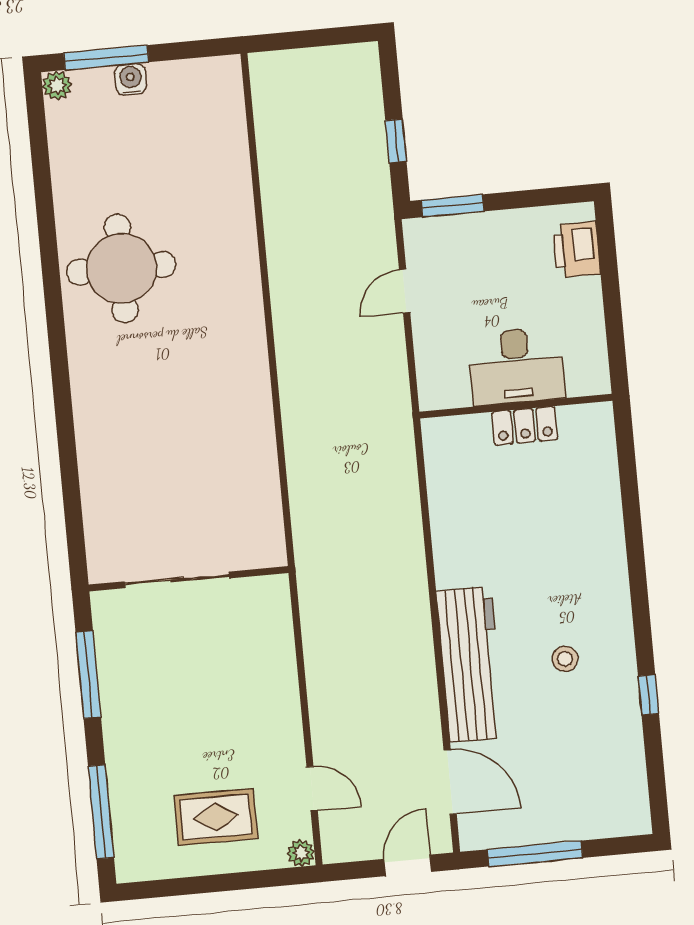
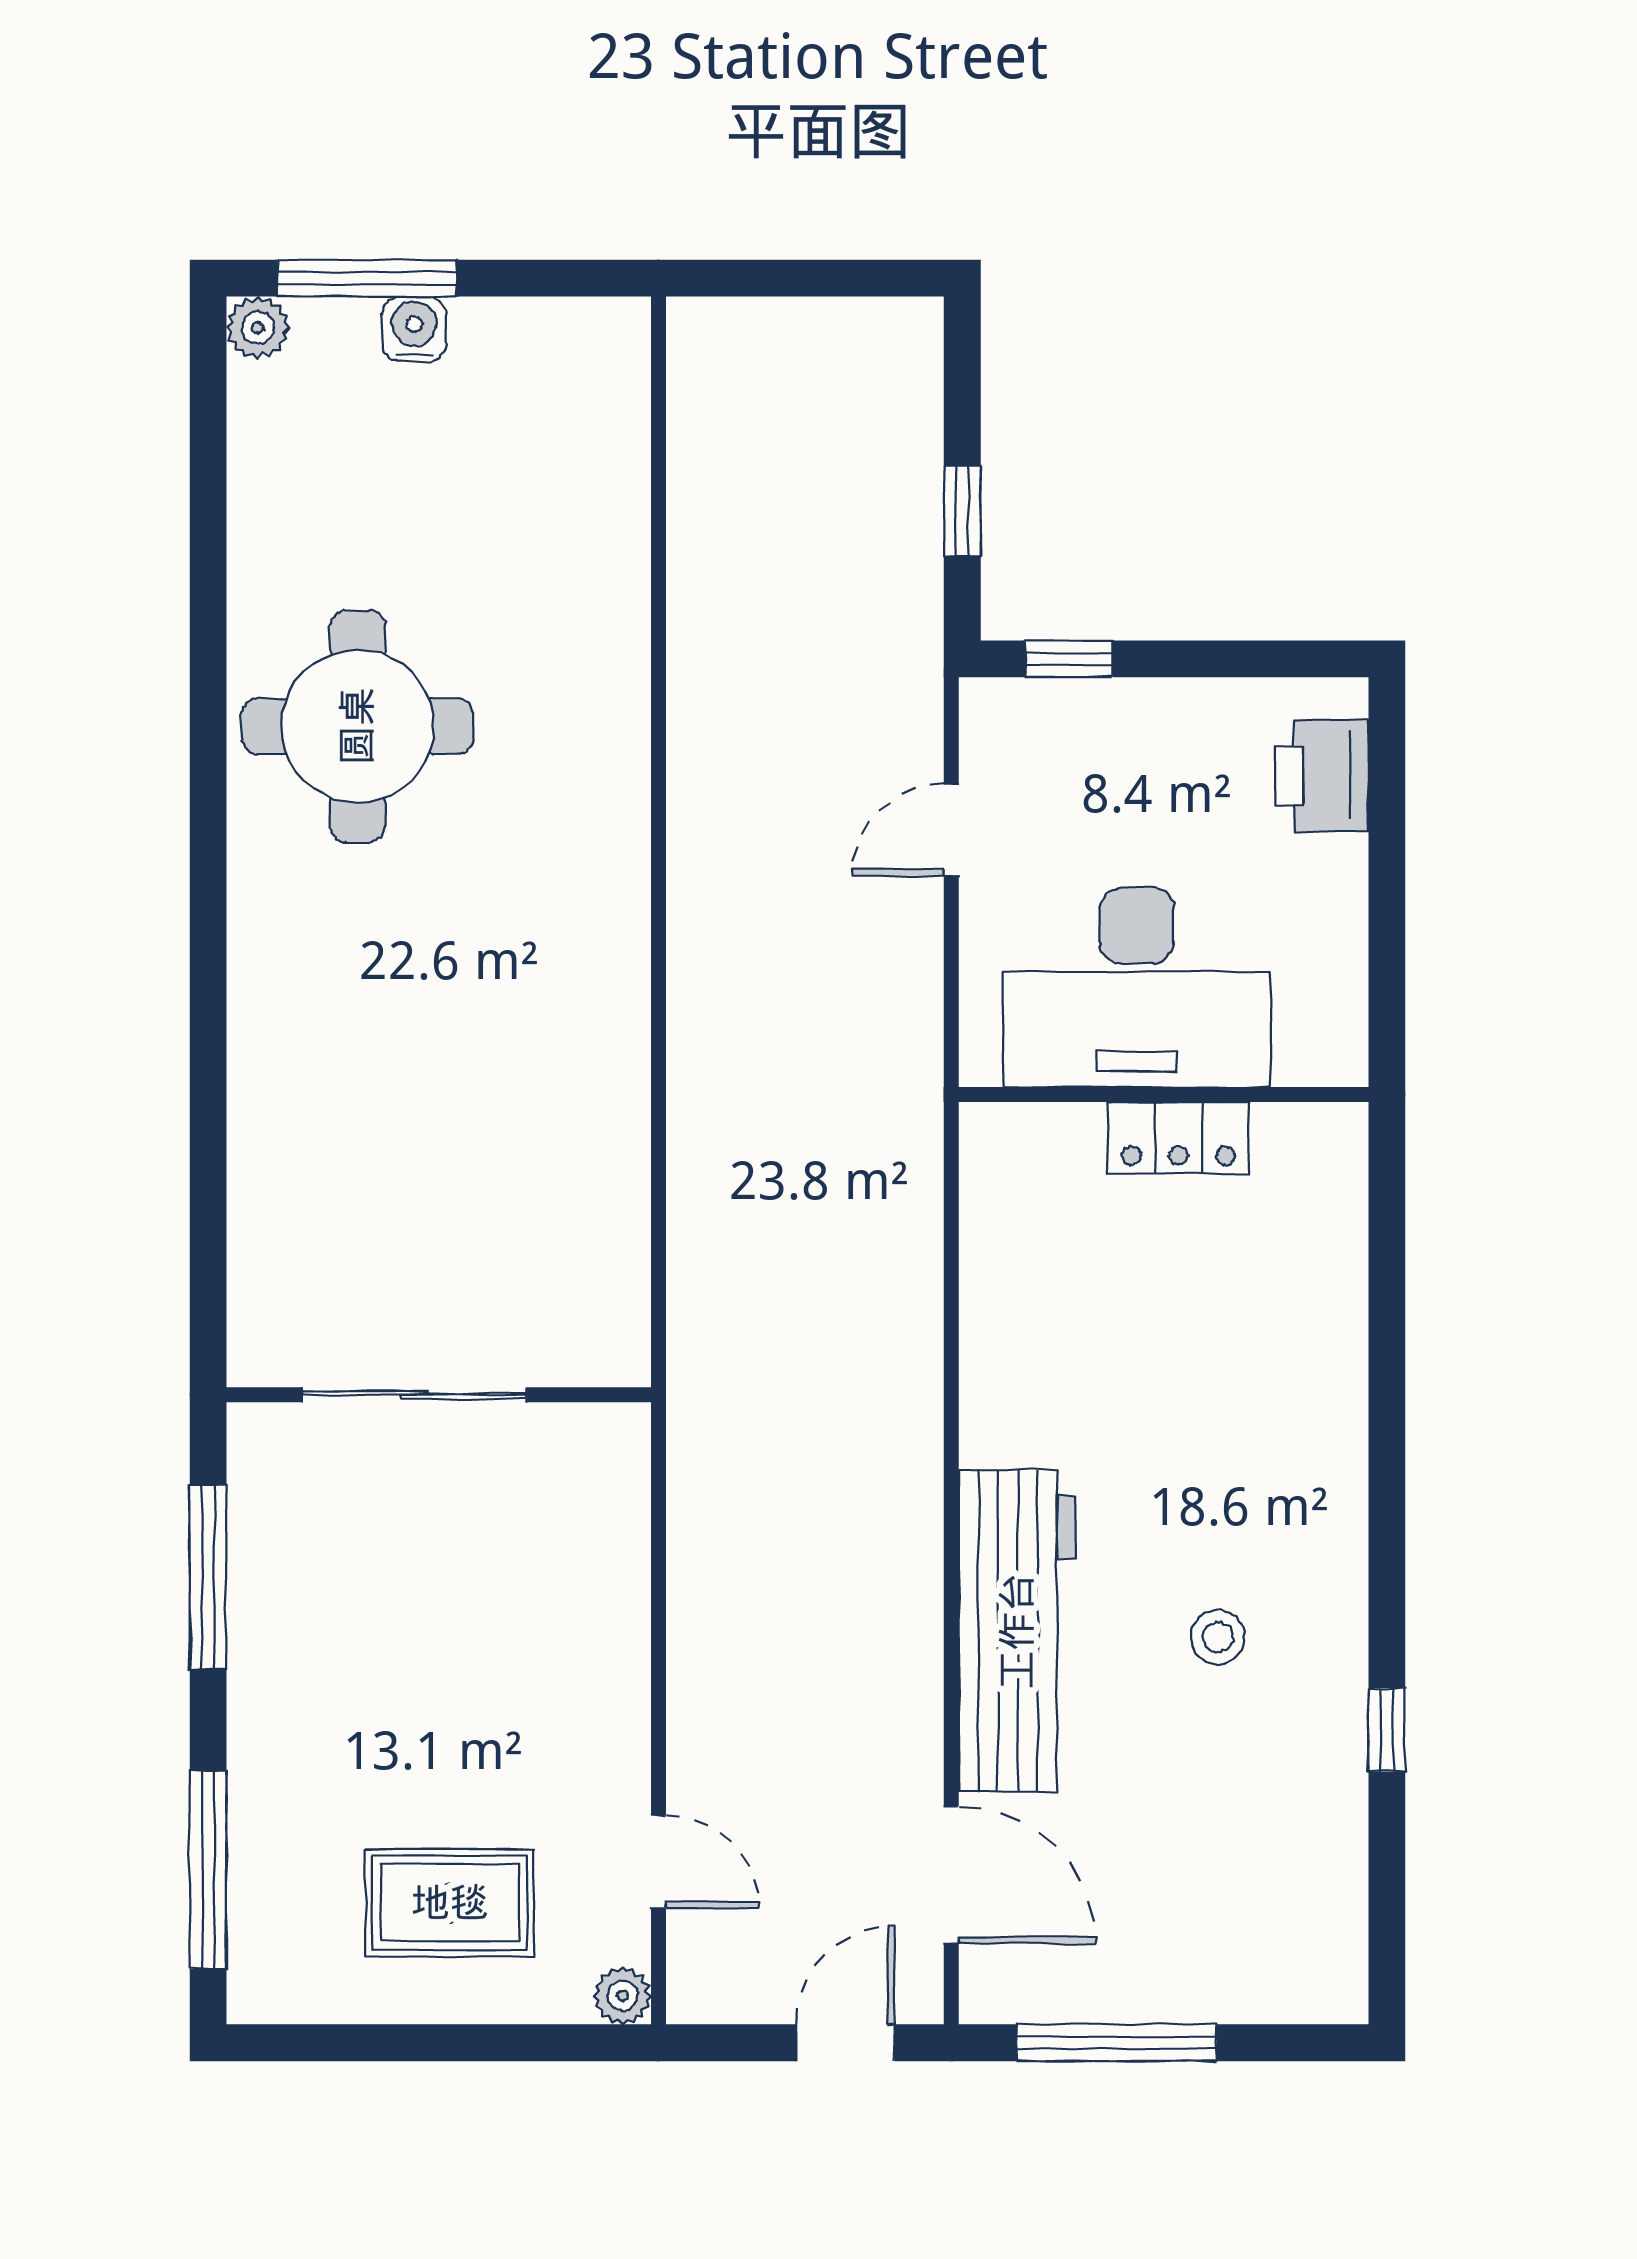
window: (452, 206) -> (1069, 659), width x0.67
desk: (516, 366) -> (1137, 987), width x1.36, depth x1.30

